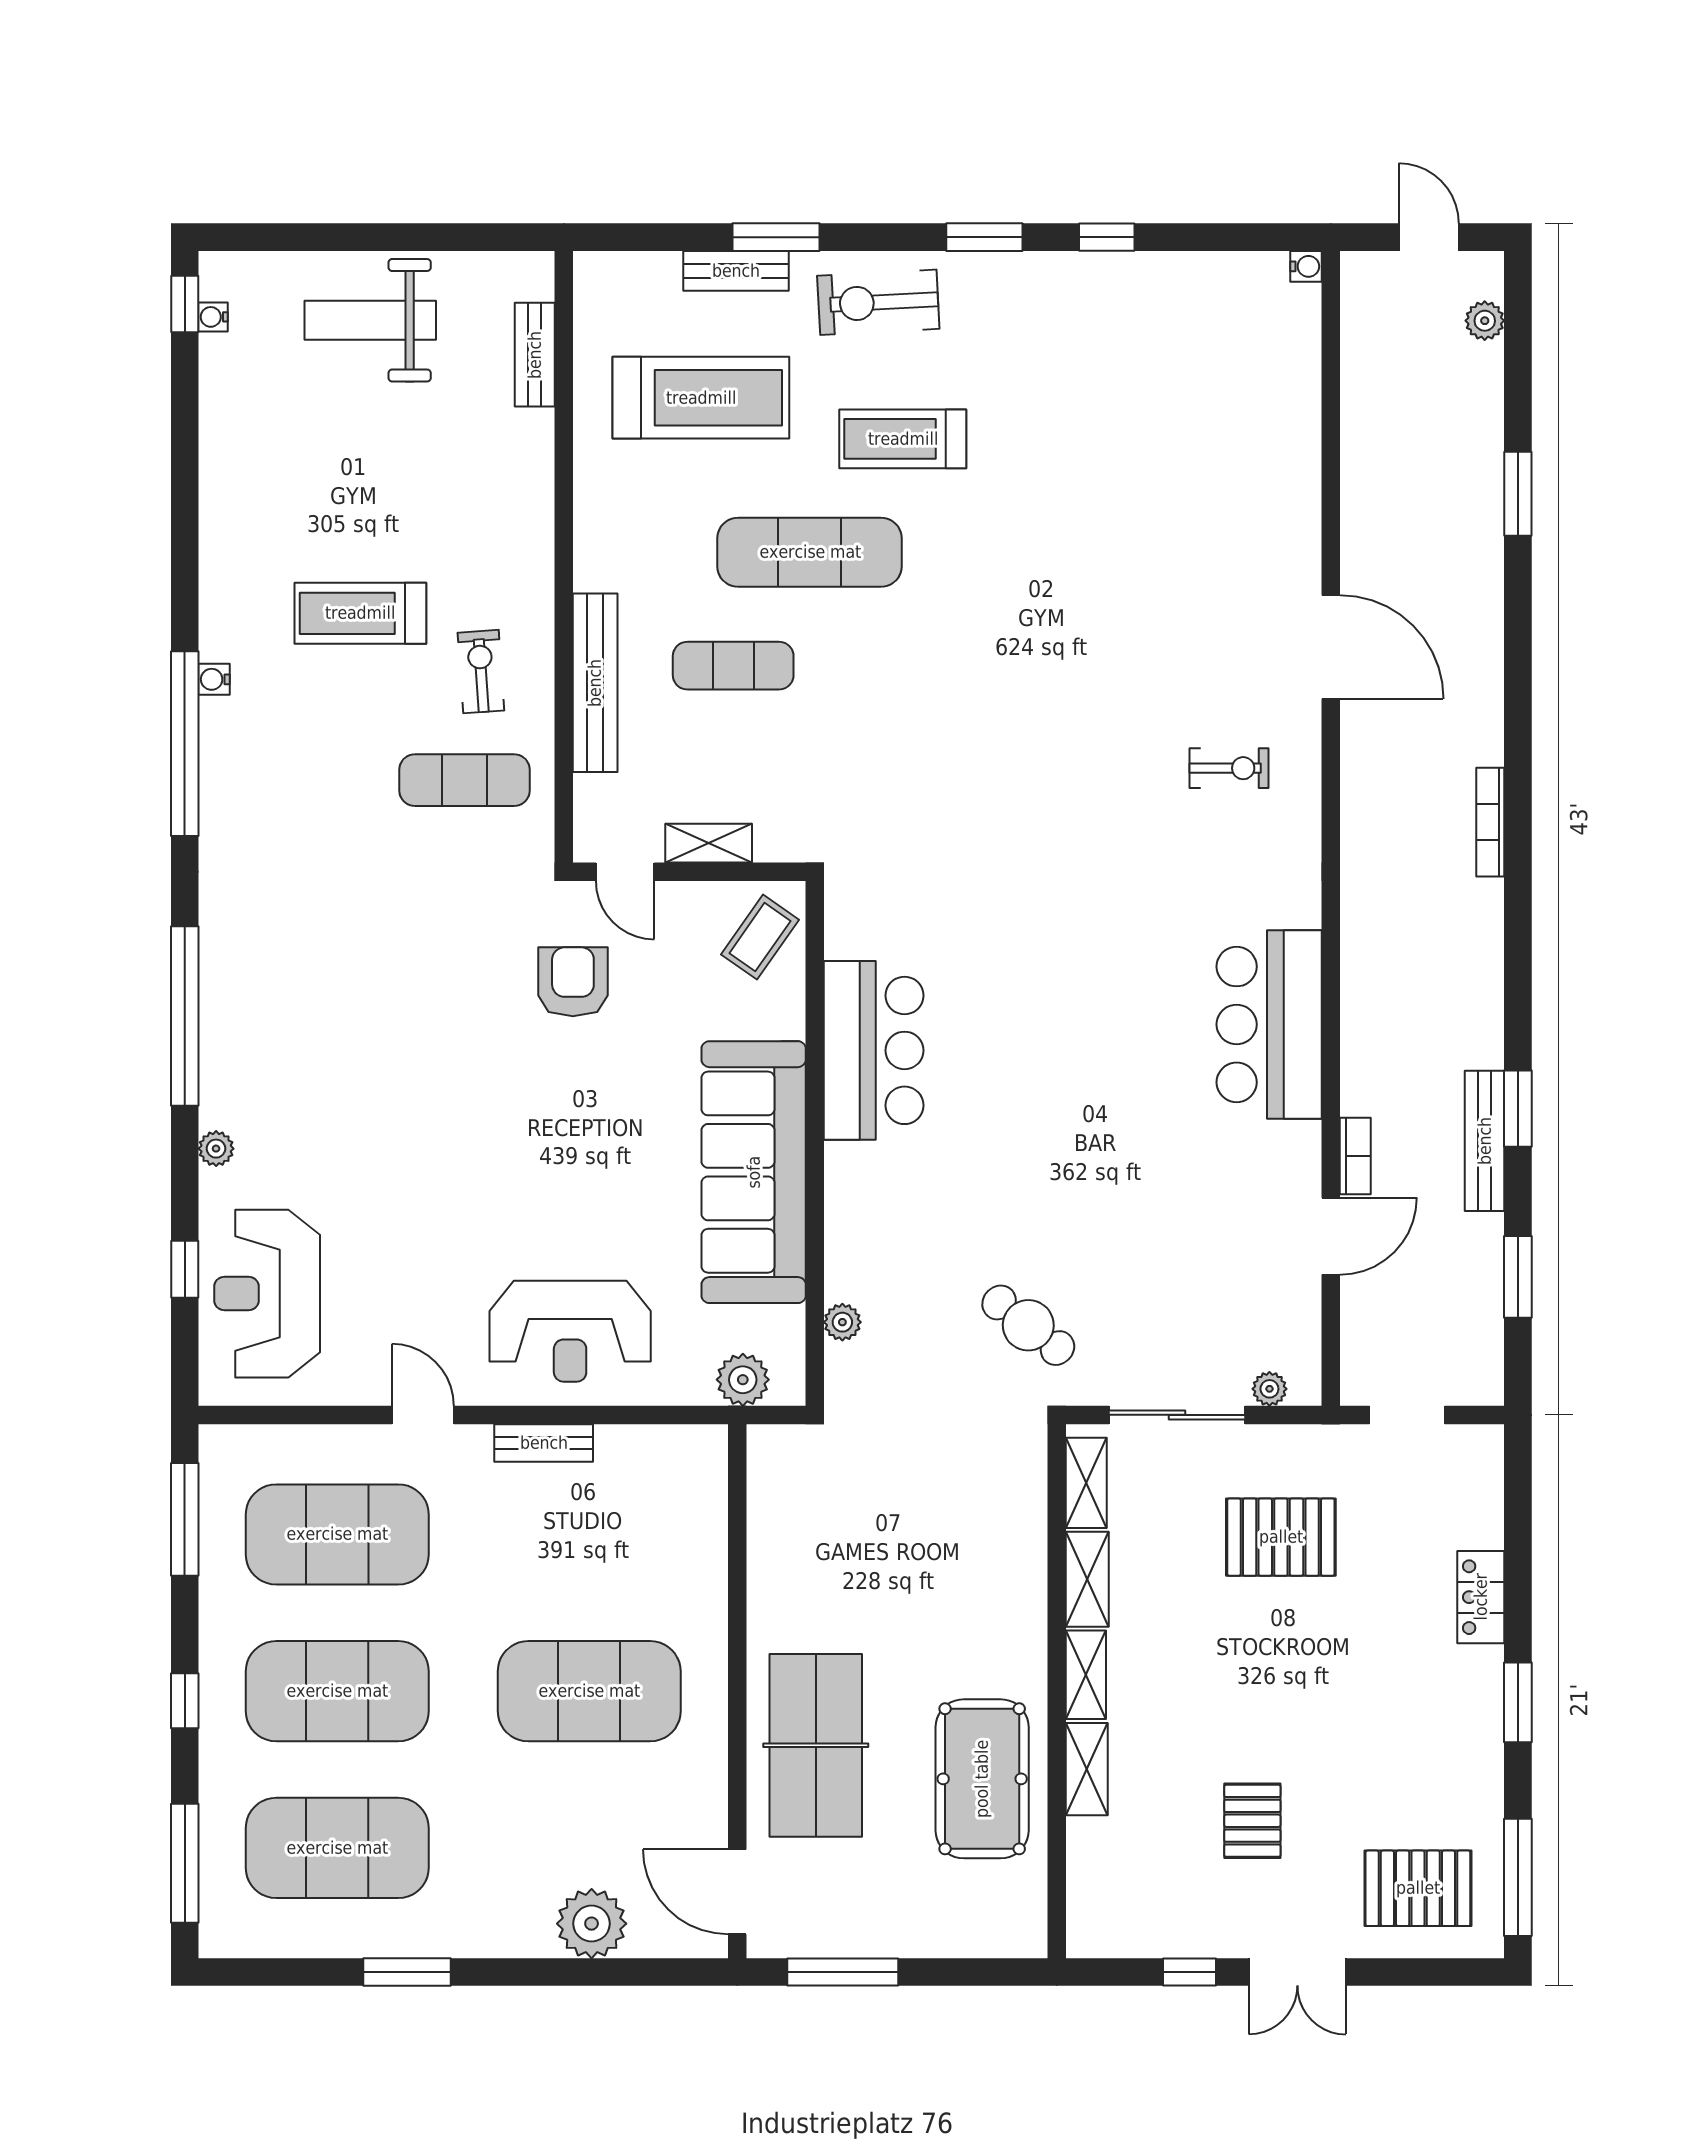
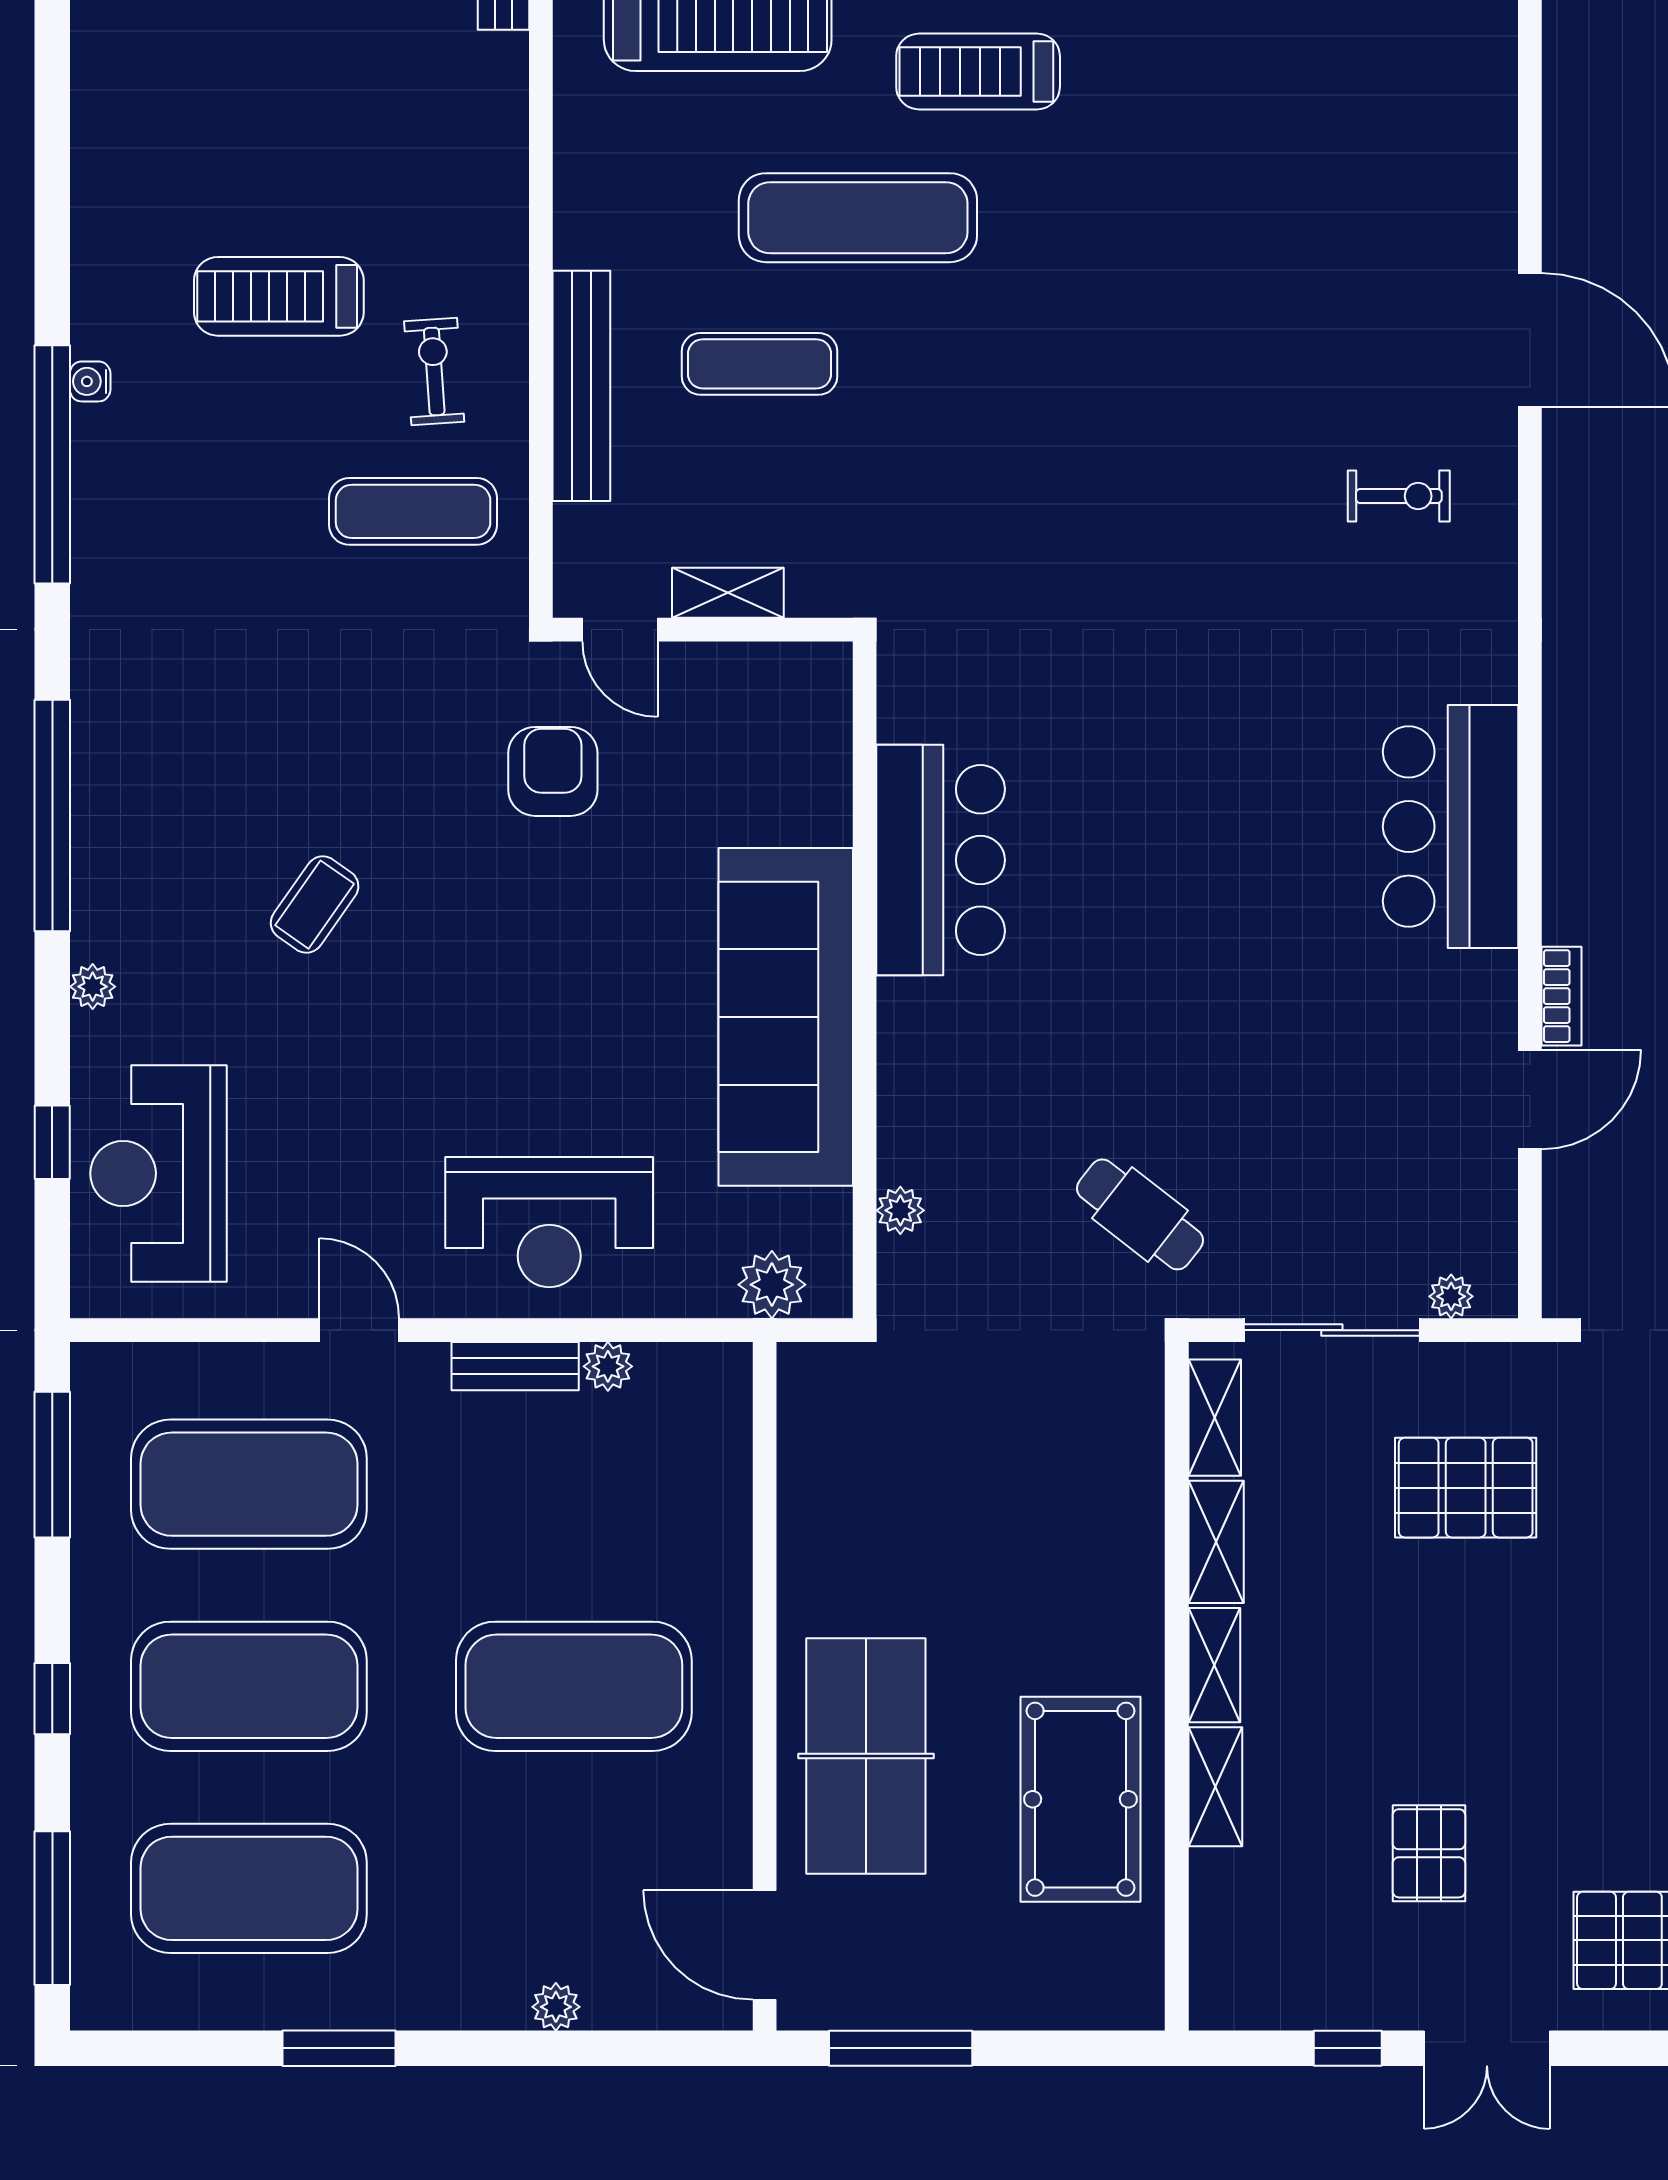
coffee table: (760, 937) -> (315, 905), moved
plant: (616, 1443) -> (608, 1366), added
plant: (592, 1924) -> (556, 2007), width x0.53, depth x0.53

